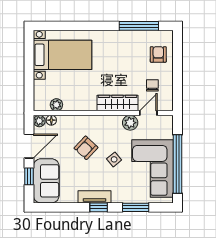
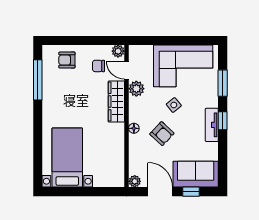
plant: (56, 105) -> (118, 51), moved
floor lamp: (51, 120) -> (134, 128), moved
window: (177, 164) -> (178, 40), removed

